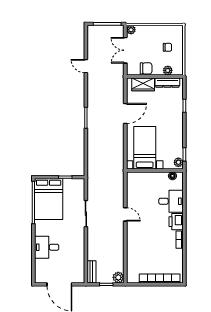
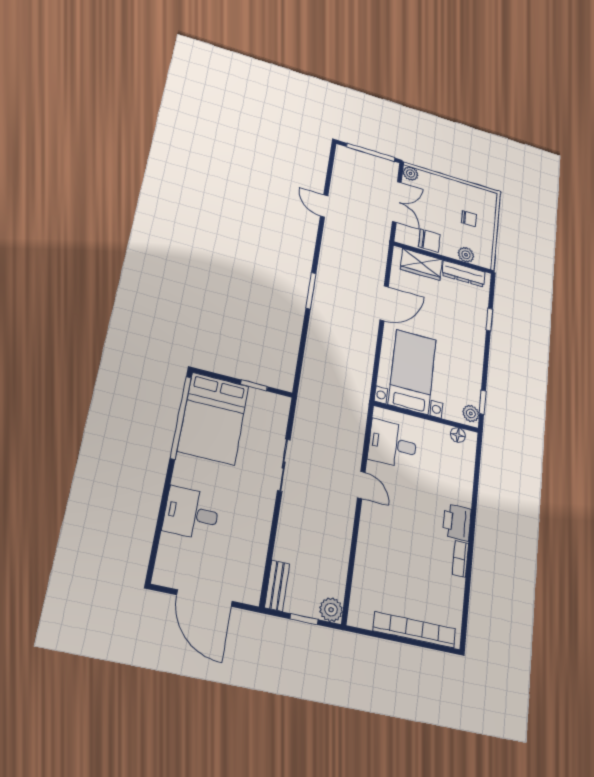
double door: (125, 50) -> (397, 202), swing flipped
desk: (171, 201) -> (393, 444), moved, turned 180

